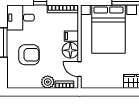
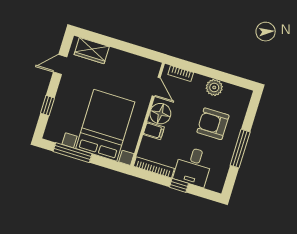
desk: (20, 18) -> (193, 167), moved, turned 90
plant: (48, 82) -> (214, 87), moved

